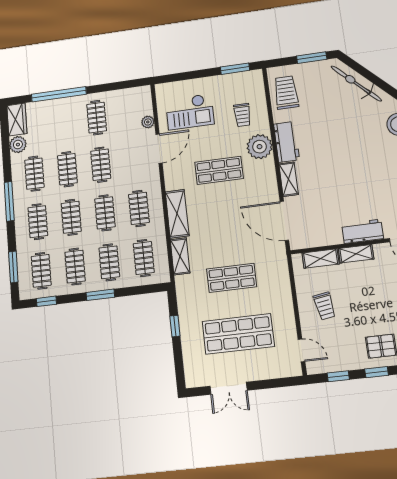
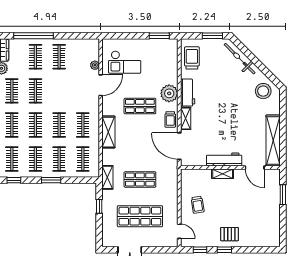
trolley: (242, 115) -> (170, 119), moved
clothes rail: (101, 165) -> (35, 57), moved
workbench: (363, 231) -> (224, 160), width x1.38
shelving: (180, 256) -> (107, 177), moved
shelving: (321, 259) -> (199, 174), removed

